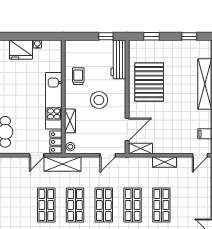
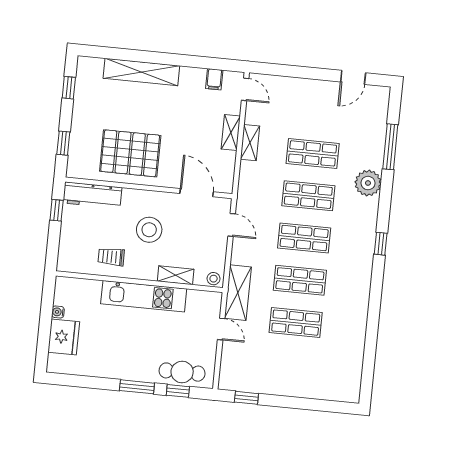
locker: (56, 142) -> (204, 299), removed
shelving: (140, 148) -> (231, 133), moved

